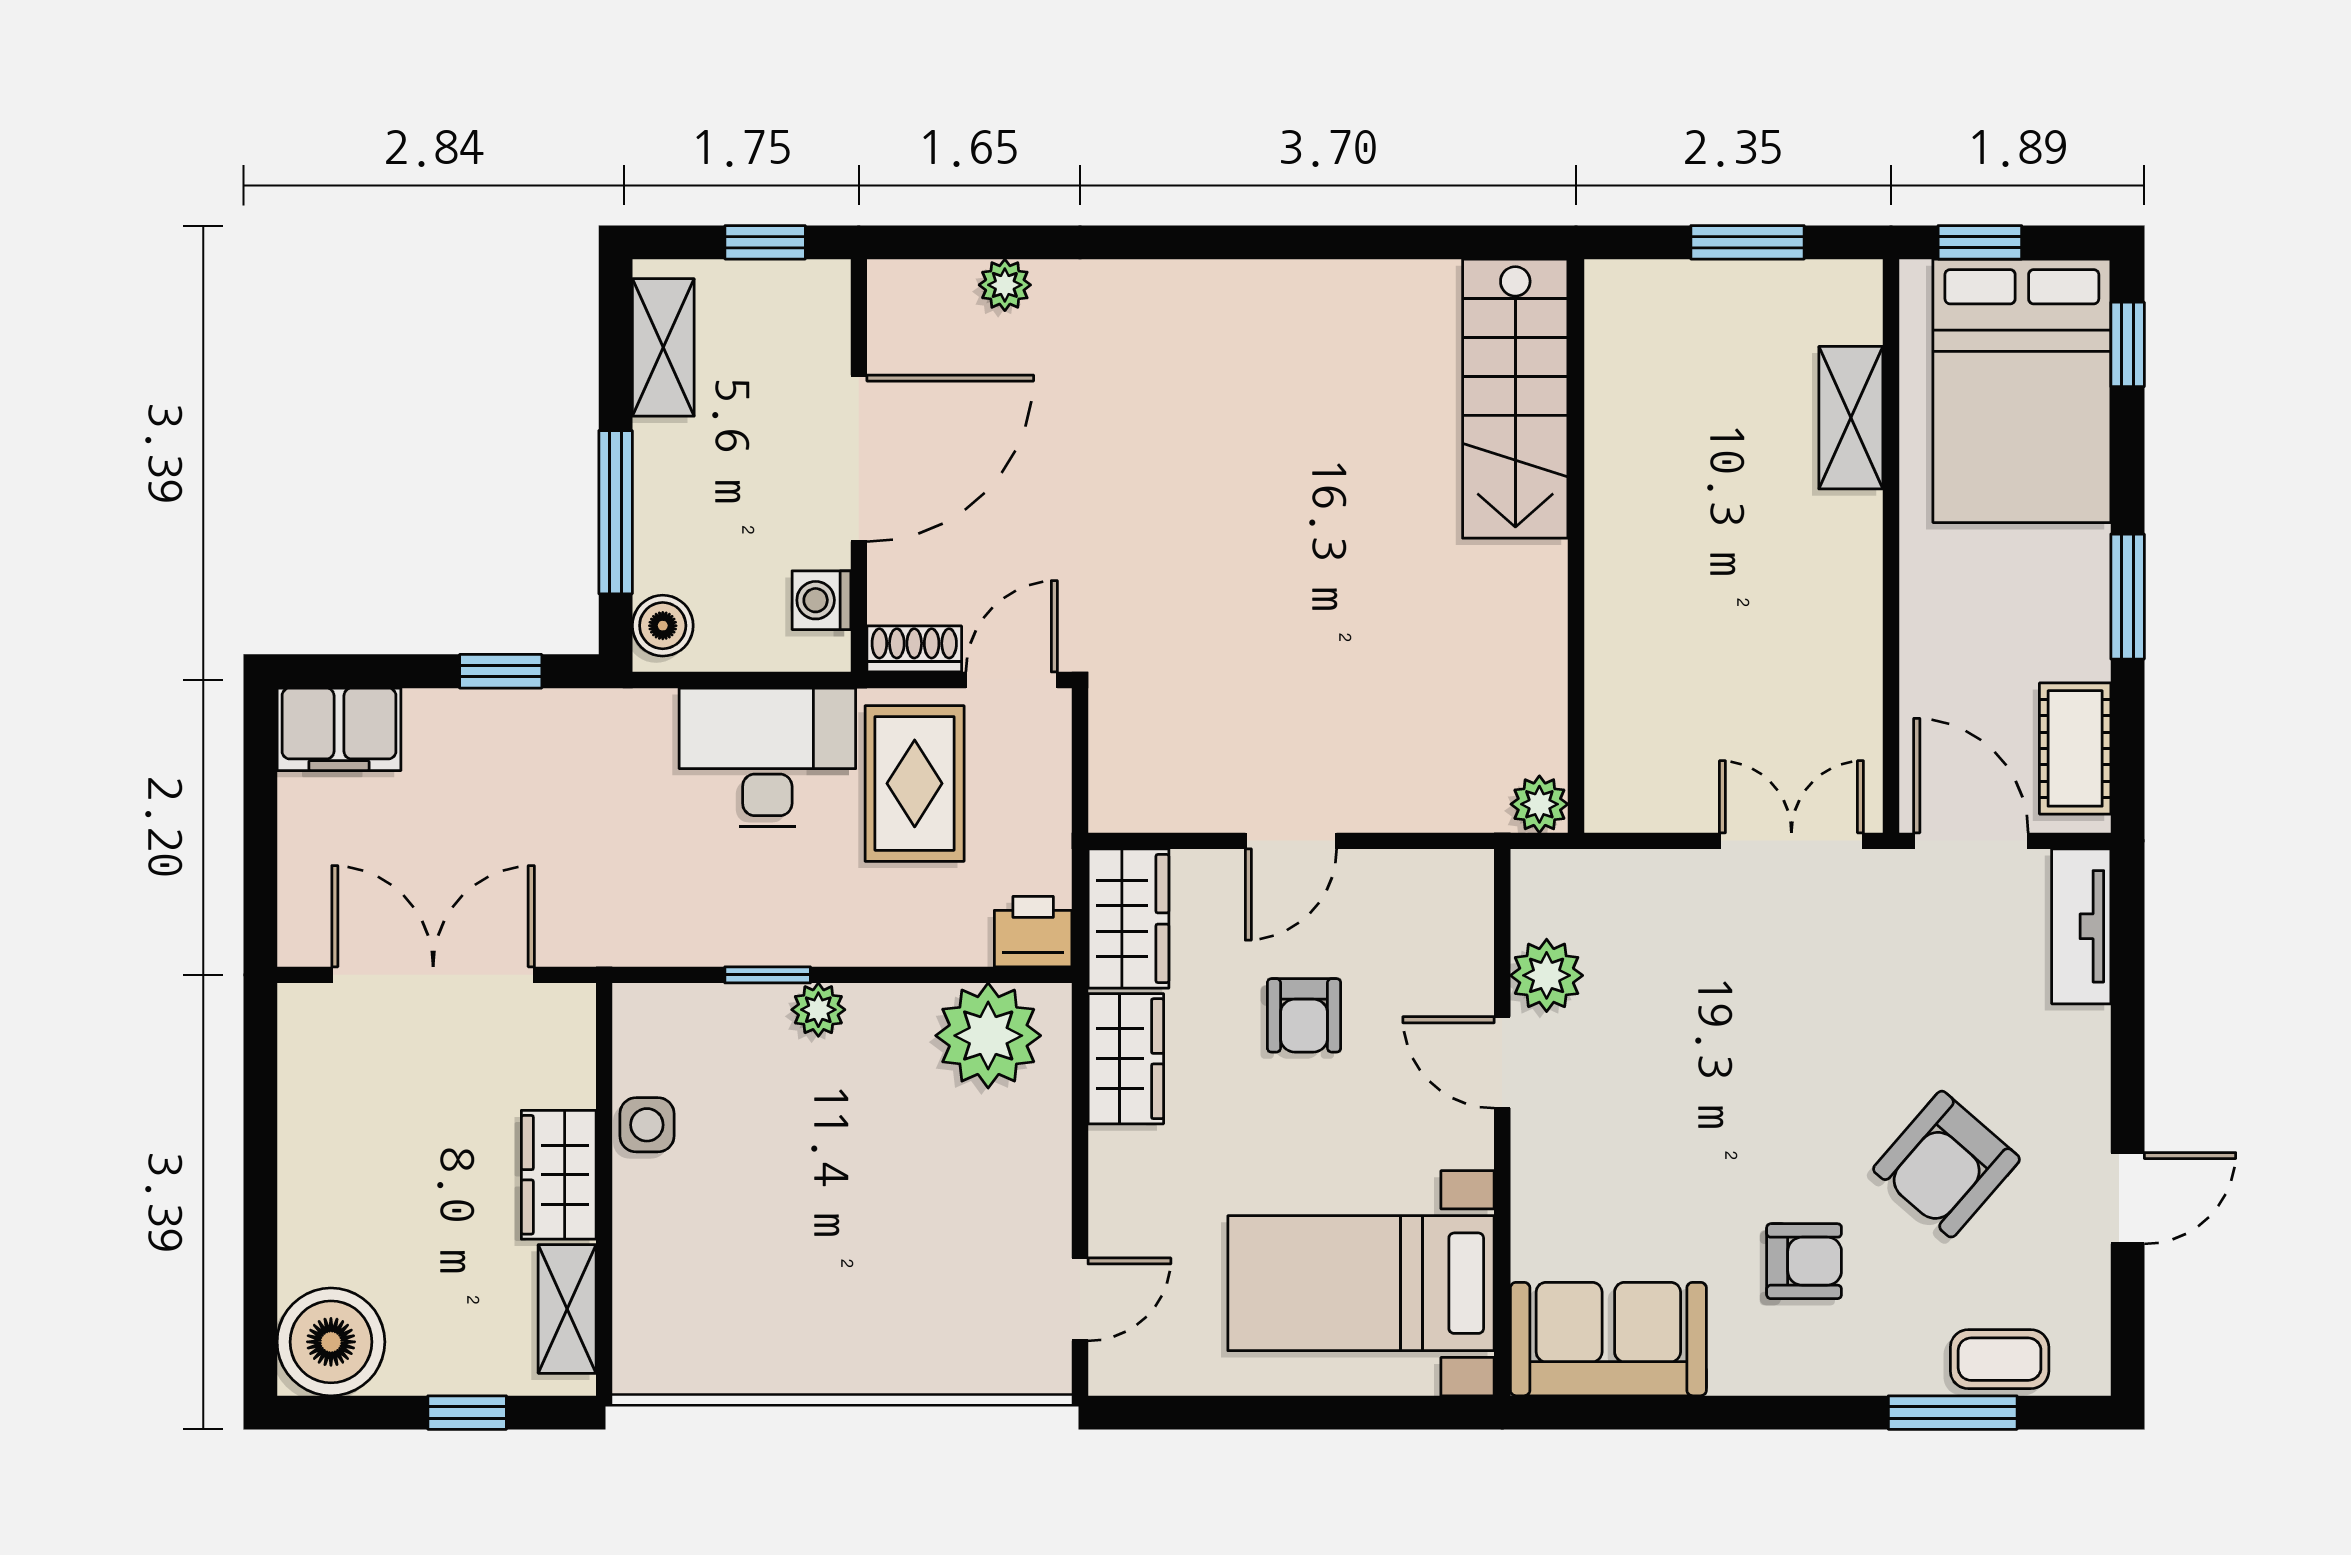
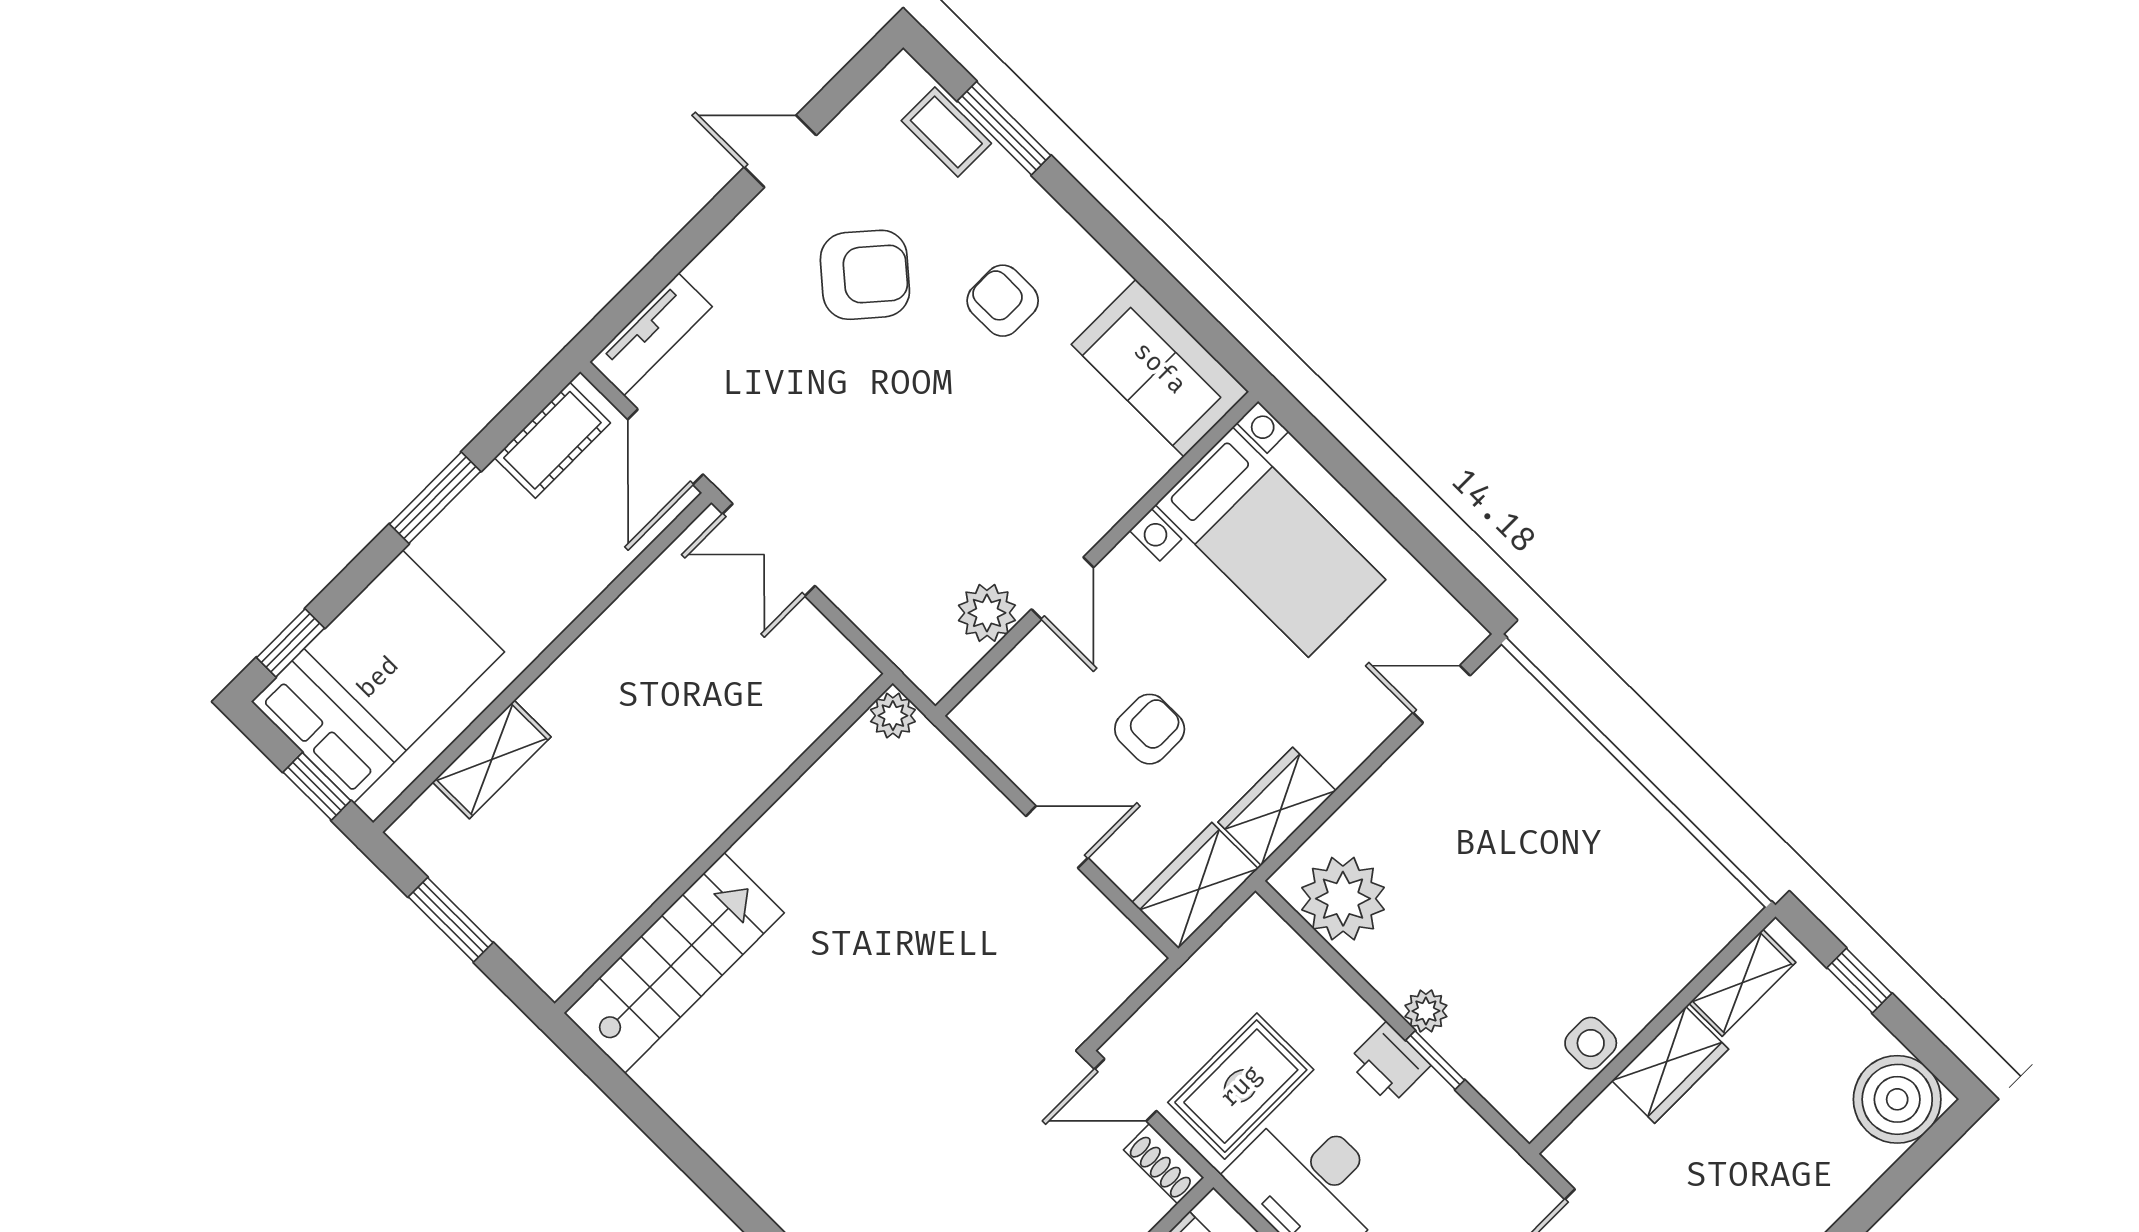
printer: (1033, 932) -> (1389, 1063), moved

